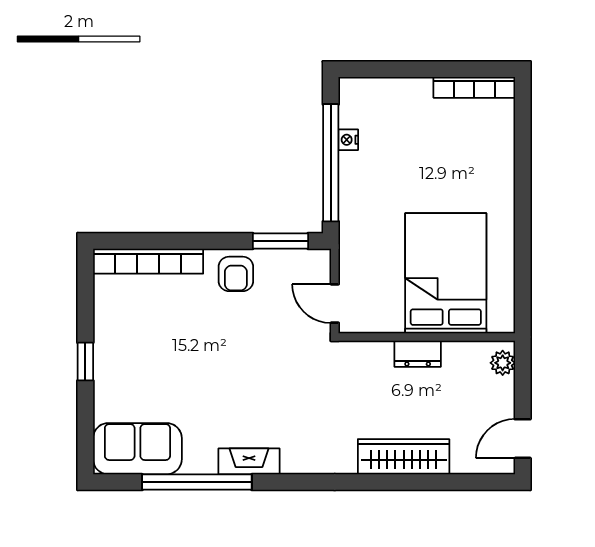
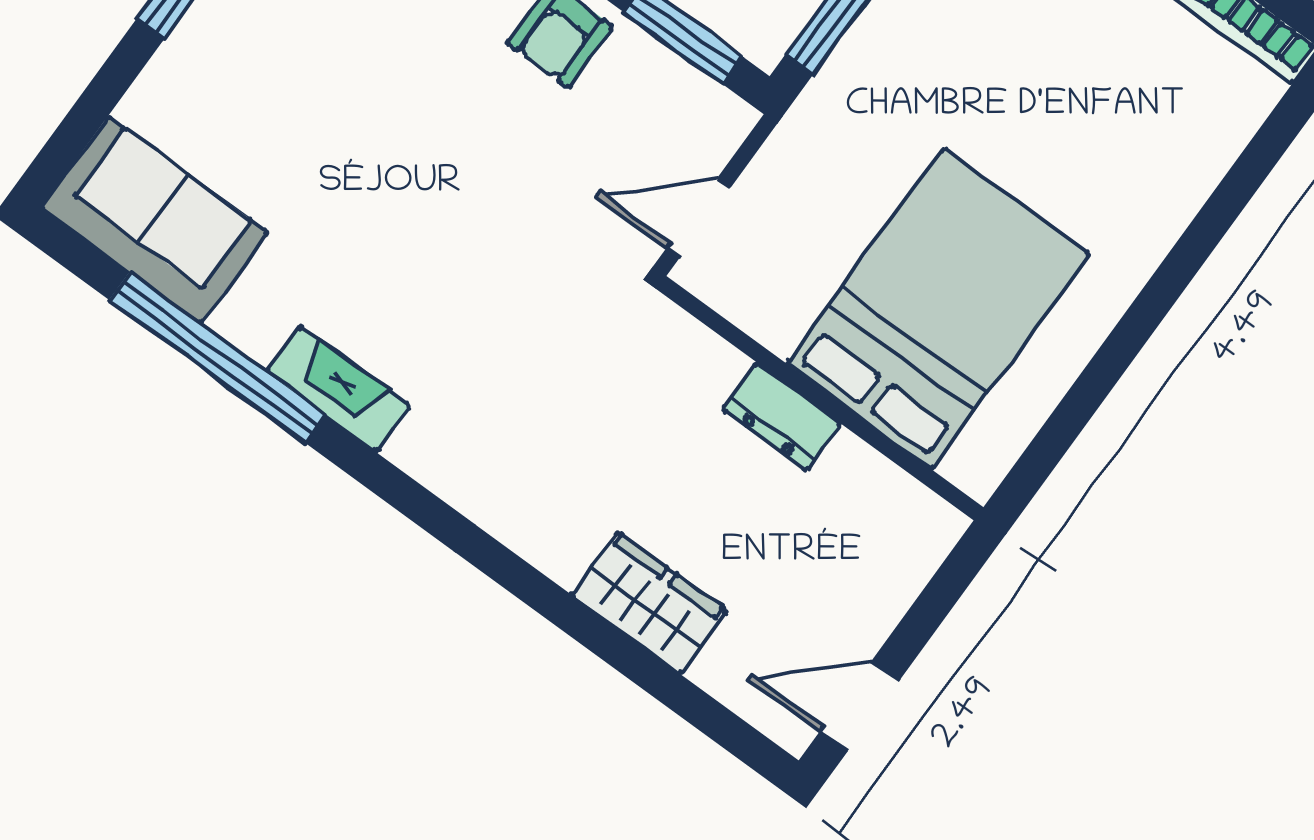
door: (335, 304) -> (699, 218), hinge flipped
plant: (503, 363) -> (923, 544), removed
wardrobe: (404, 457) -> (649, 603), width x0.67

